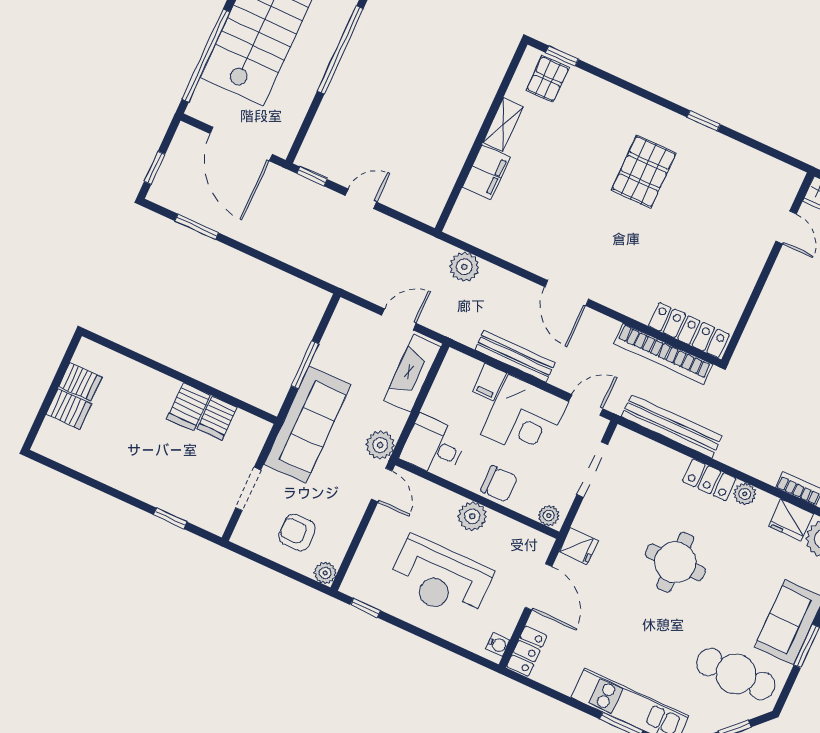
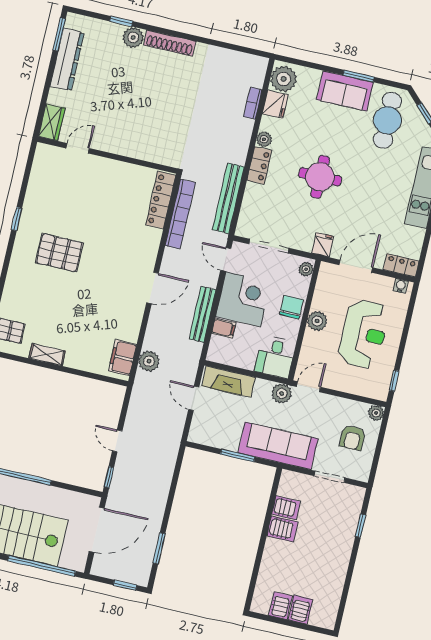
filing cabinet: (486, 172) -> (123, 358), moved, turned -90

